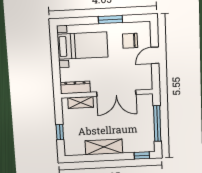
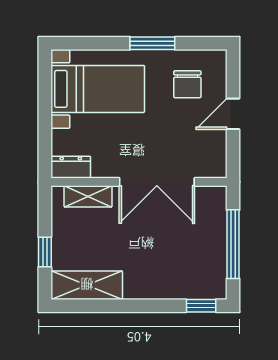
chair: (130, 41) -> (187, 84), turned -90
dresser: (75, 87) -> (71, 167), width x0.70
shelving: (104, 147) -> (87, 285), moved

